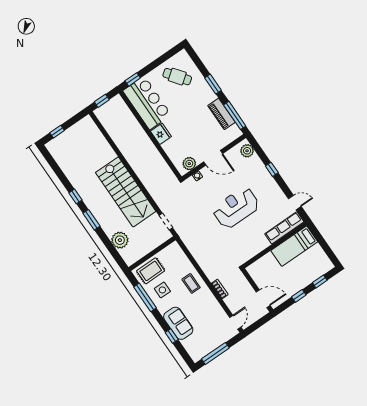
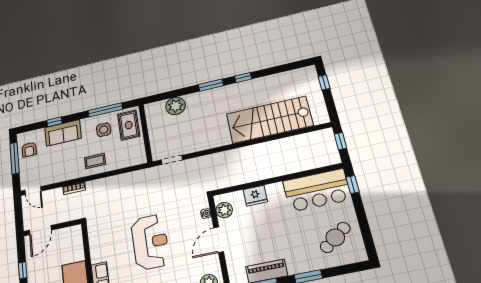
fridge: (161, 134) -> (255, 196), moved
stairs: (126, 192) -> (269, 120), moved
armchair: (203, 345) -> (29, 150), added

